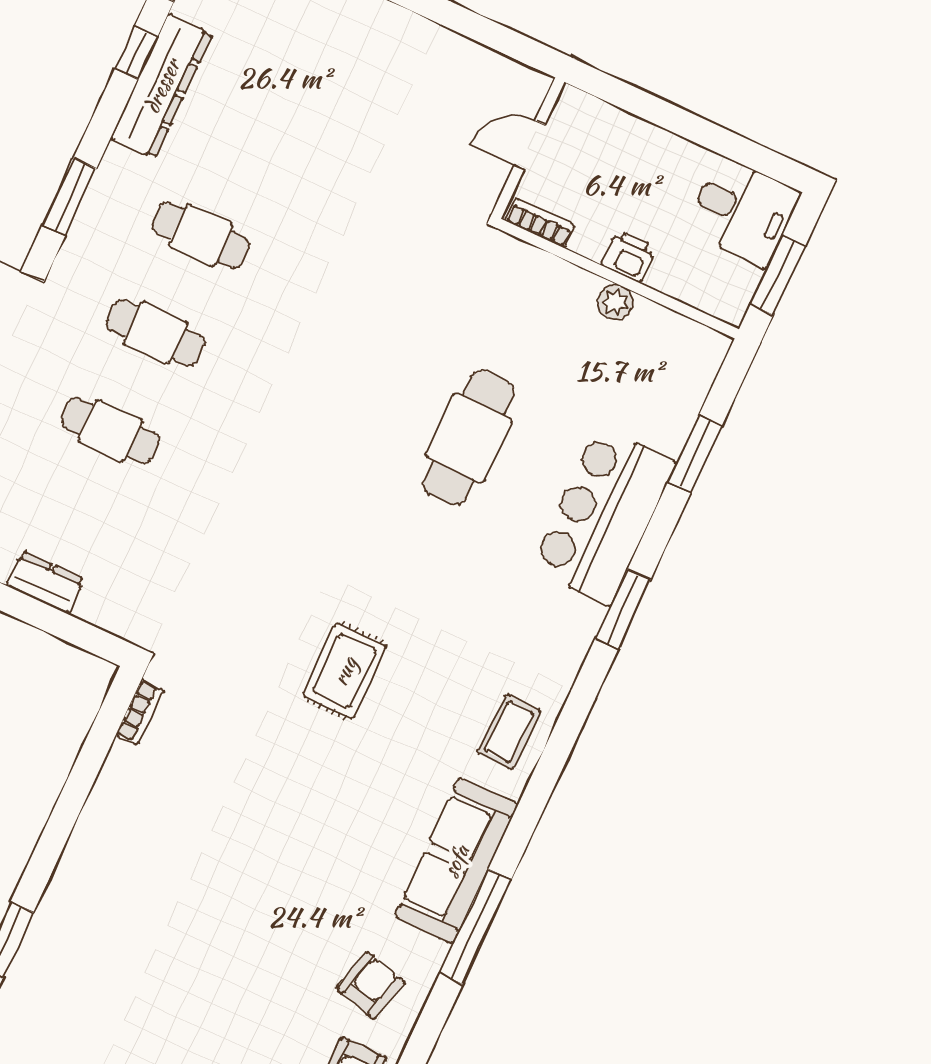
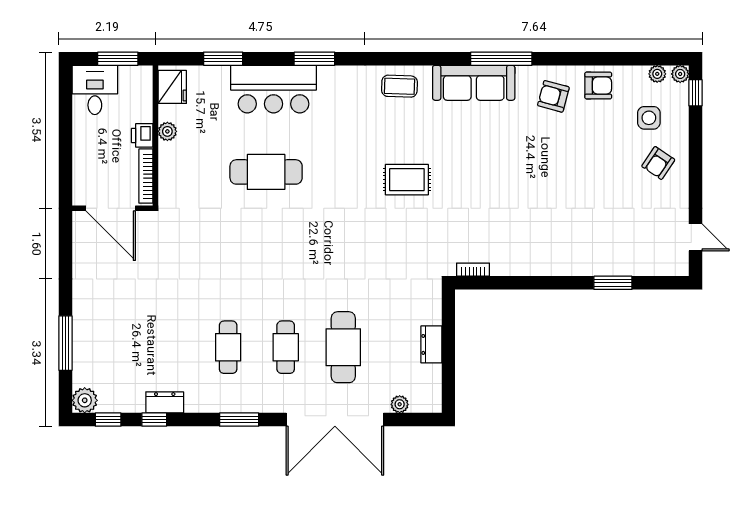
dresser: (162, 86) -> (165, 402), width x0.51, depth x0.80
door: (530, 145) -> (111, 208), width x1.88
bookcase: (540, 223) -> (146, 176), width x1.56
fridge: (687, 345) -> (172, 87), added
cafe table: (110, 431) -> (343, 347), width x1.37, depth x1.35

